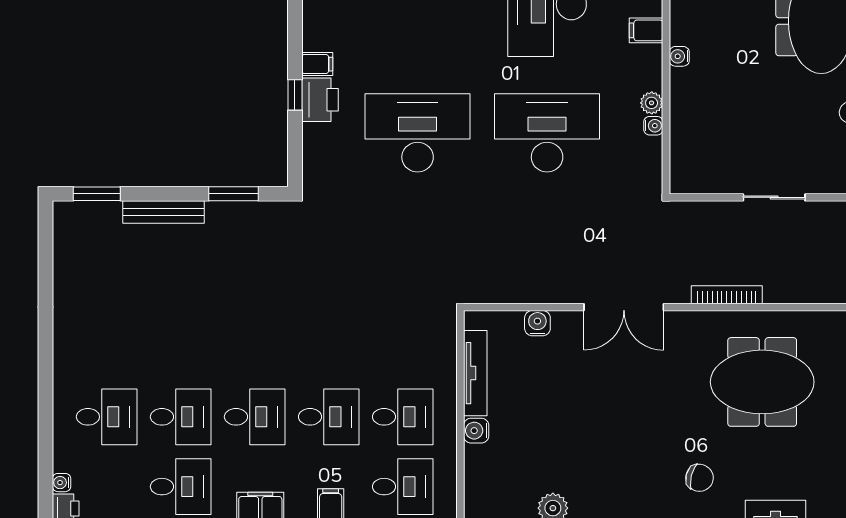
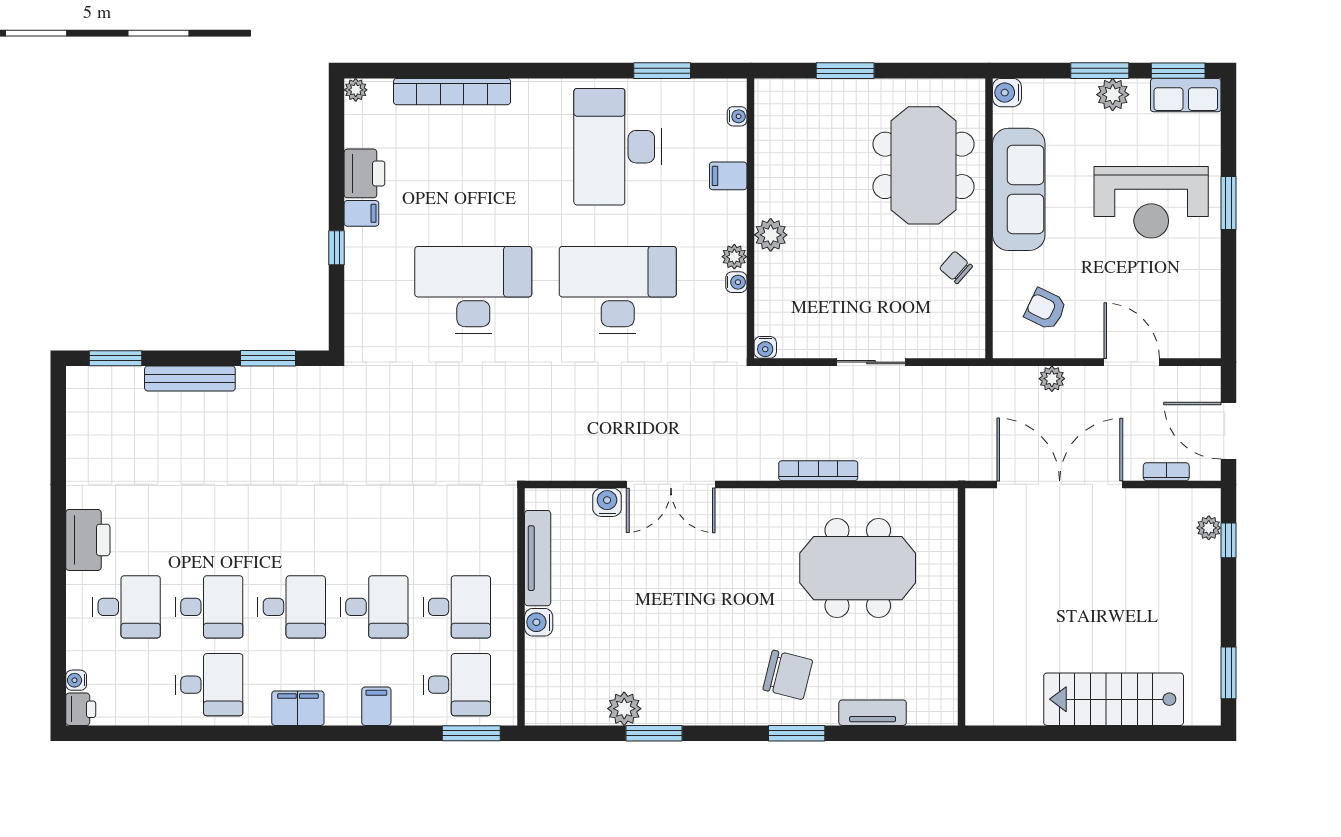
water cooler: (679, 56) -> (765, 347), moved, turned -90
plant: (684, 83) -> (771, 235), added
printer: (320, 100) -> (364, 173), moved
double door: (624, 307) -> (671, 484), moved
printer: (72, 357) -> (88, 540), added
chair: (700, 478) -> (788, 675), width x1.37, depth x1.37

